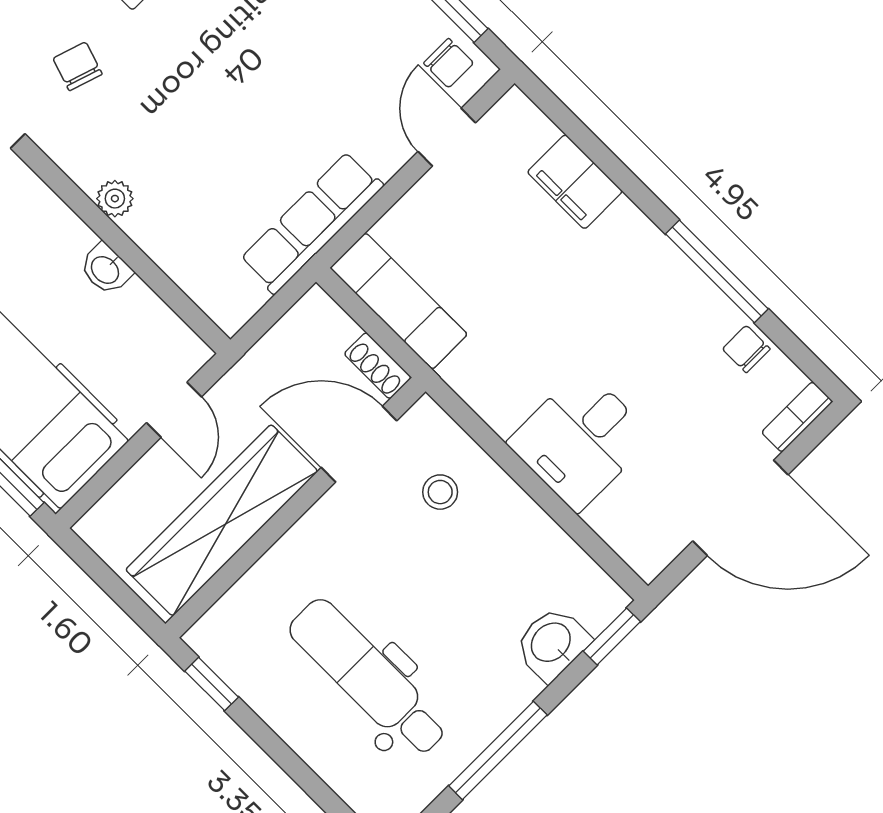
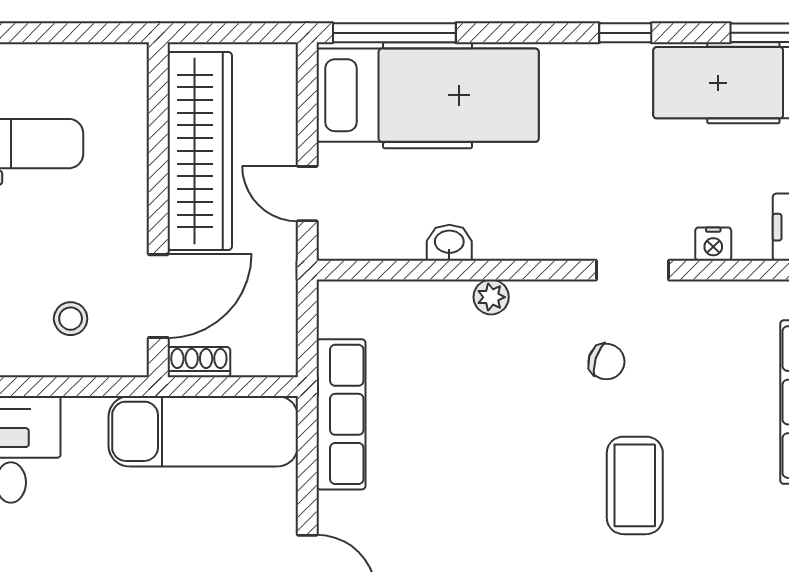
exam couch: (399, 301) -> (203, 431), width x1.36, depth x1.45
window: (212, 684) -> (95, 33), removed

